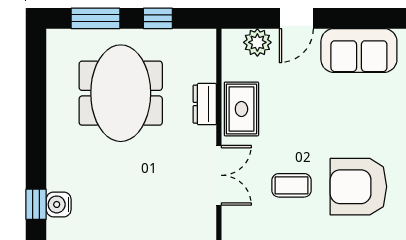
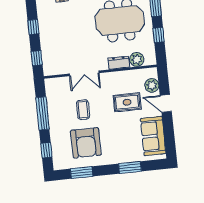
plant: (202, 67) -> (137, 59), added
rug: (241, 109) -> (127, 102), moved
armchair: (358, 187) -> (86, 143), turned 180

